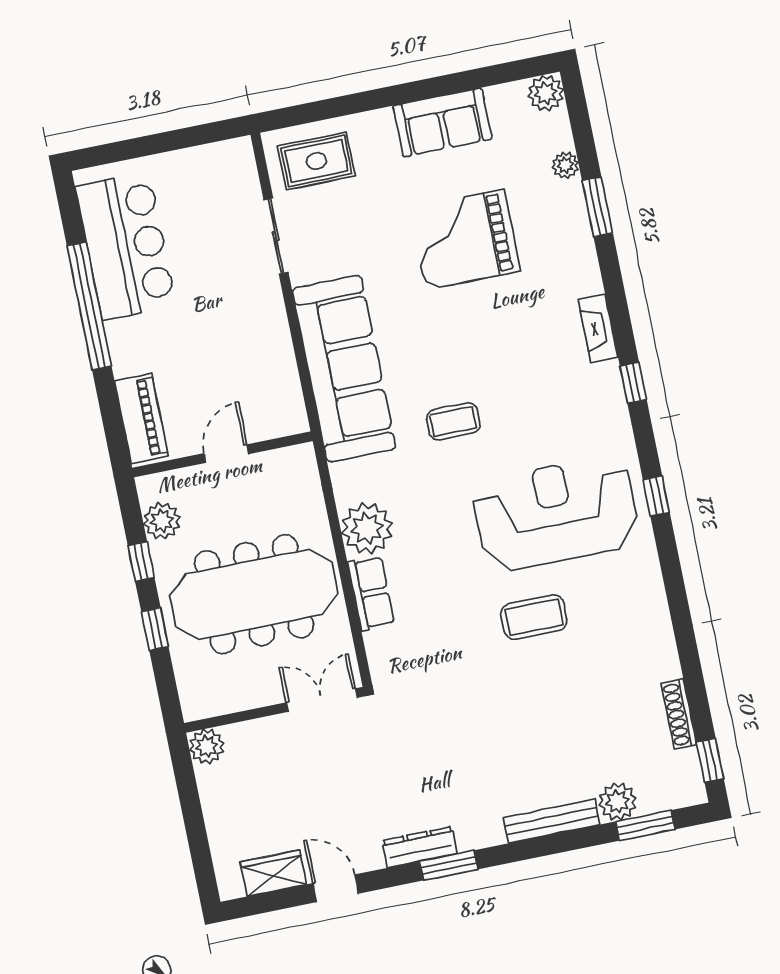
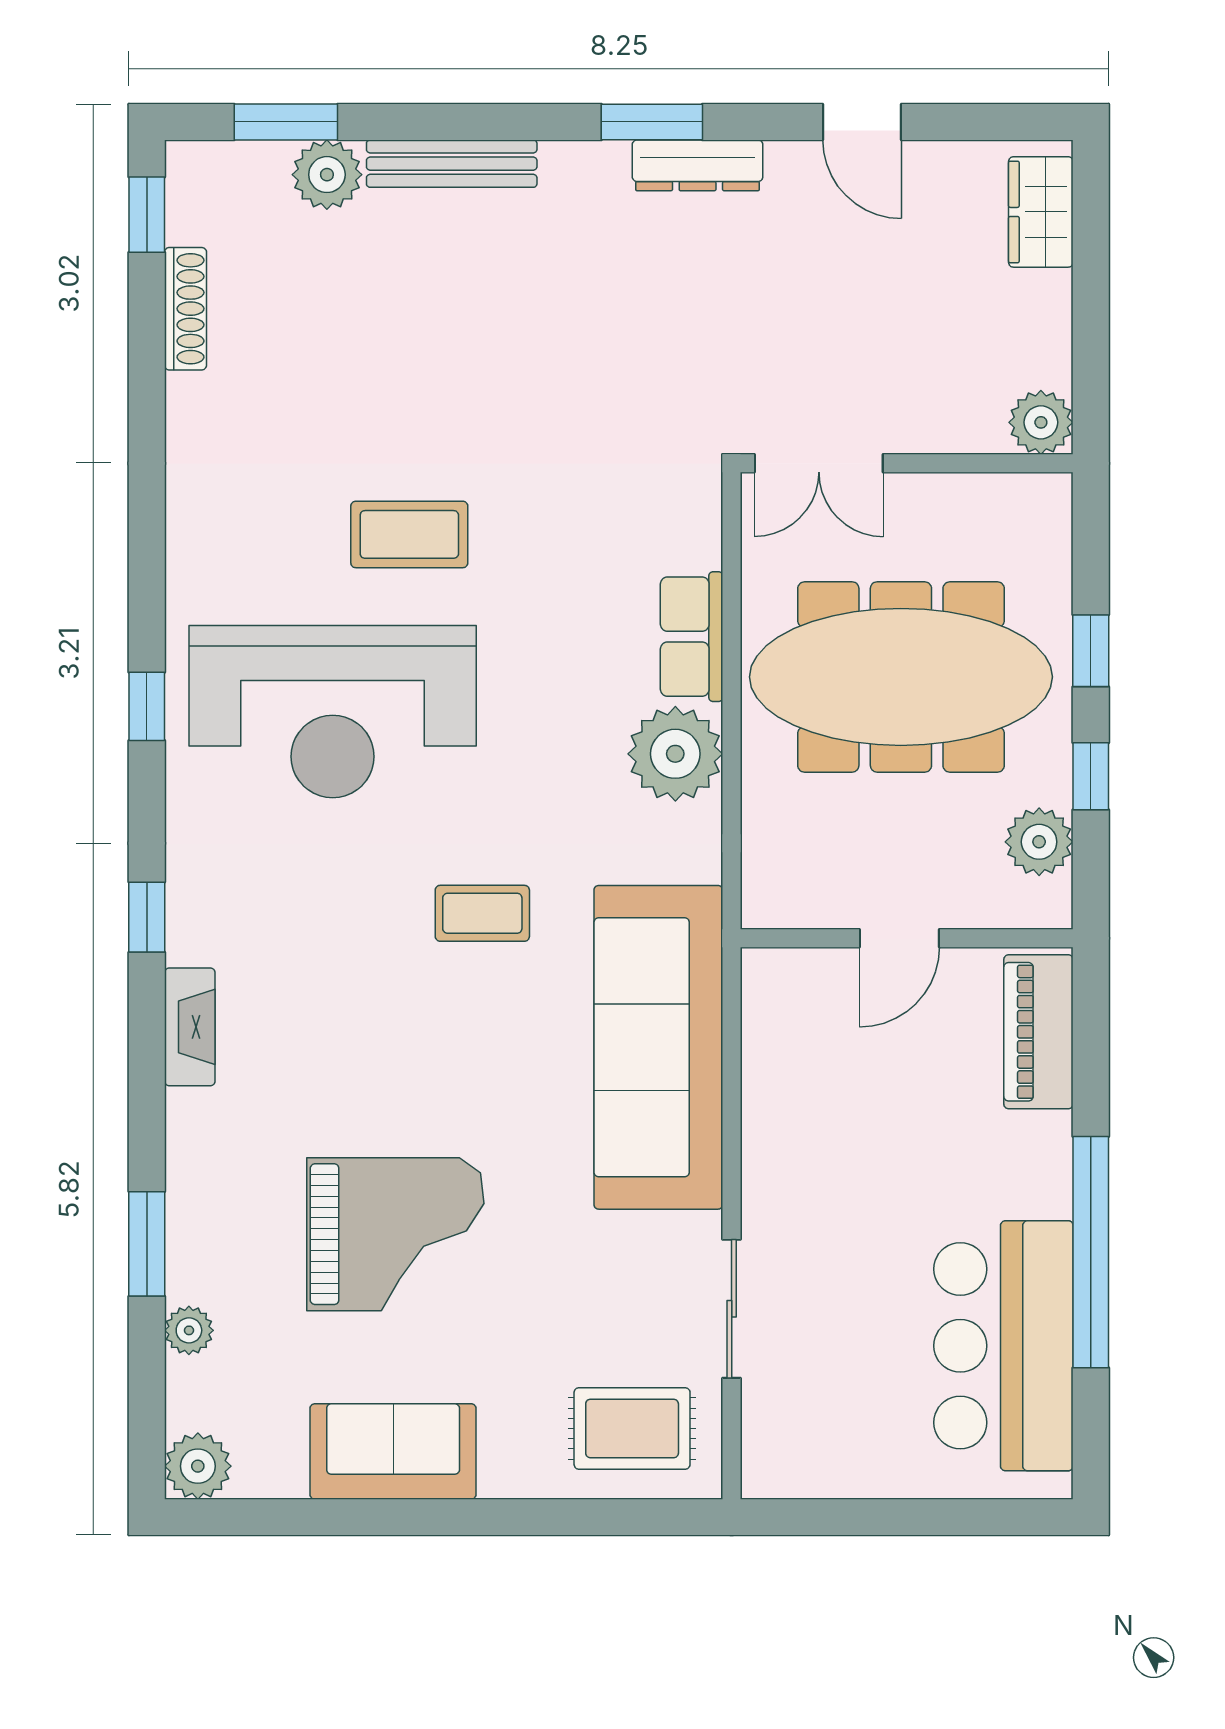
wardrobe: (273, 873) -> (1041, 212), moved, turned 90

